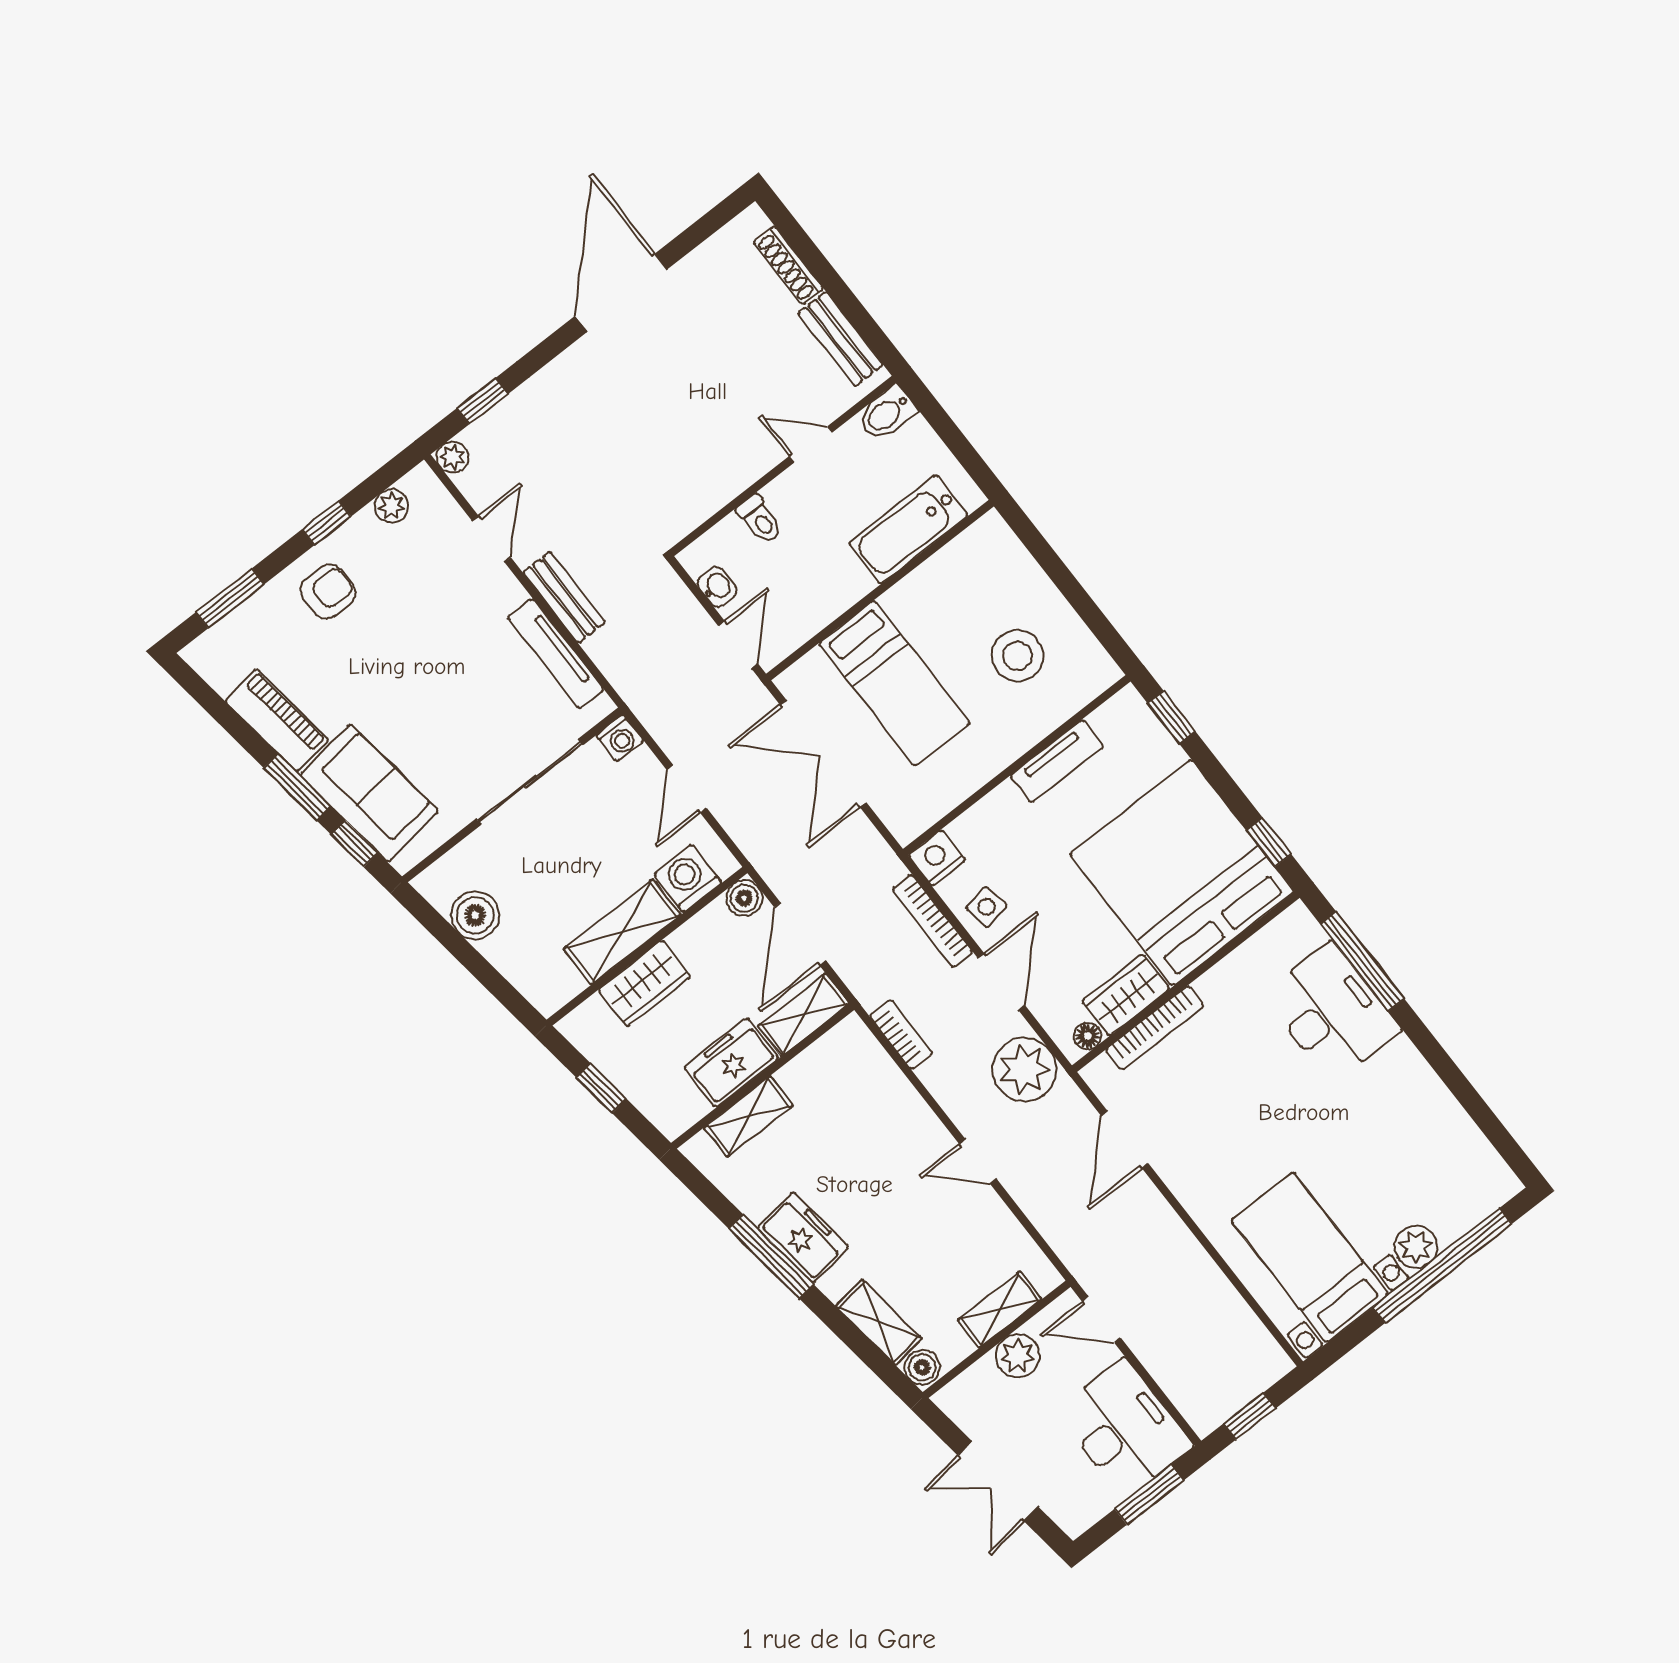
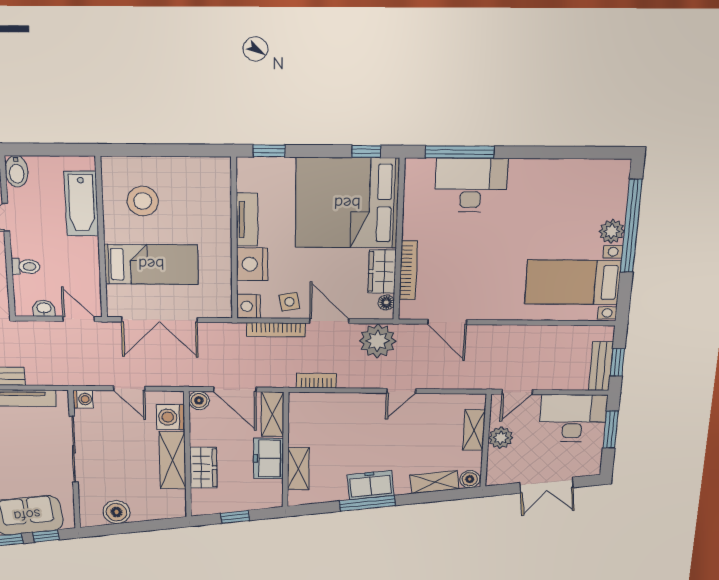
stool: (1018, 656) -> (143, 201), moved
nightstand: (1000, 816) -> (252, 264), added
bench: (1227, 1399) -> (601, 366), added

